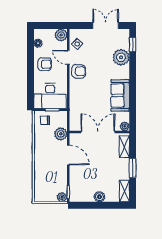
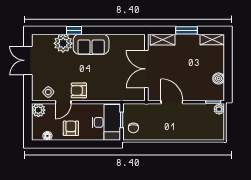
window: (133, 44) -> (74, 30), moved
armchair: (79, 71) -> (79, 90), turned -90
sofa: (120, 95) -> (91, 44), moved
plant: (125, 126) -> (140, 39), removed
plant: (61, 134) -> (148, 110), removed
door: (68, 155) -> (172, 102), hinge flipped
boiler: (99, 197) -> (219, 78), moved

